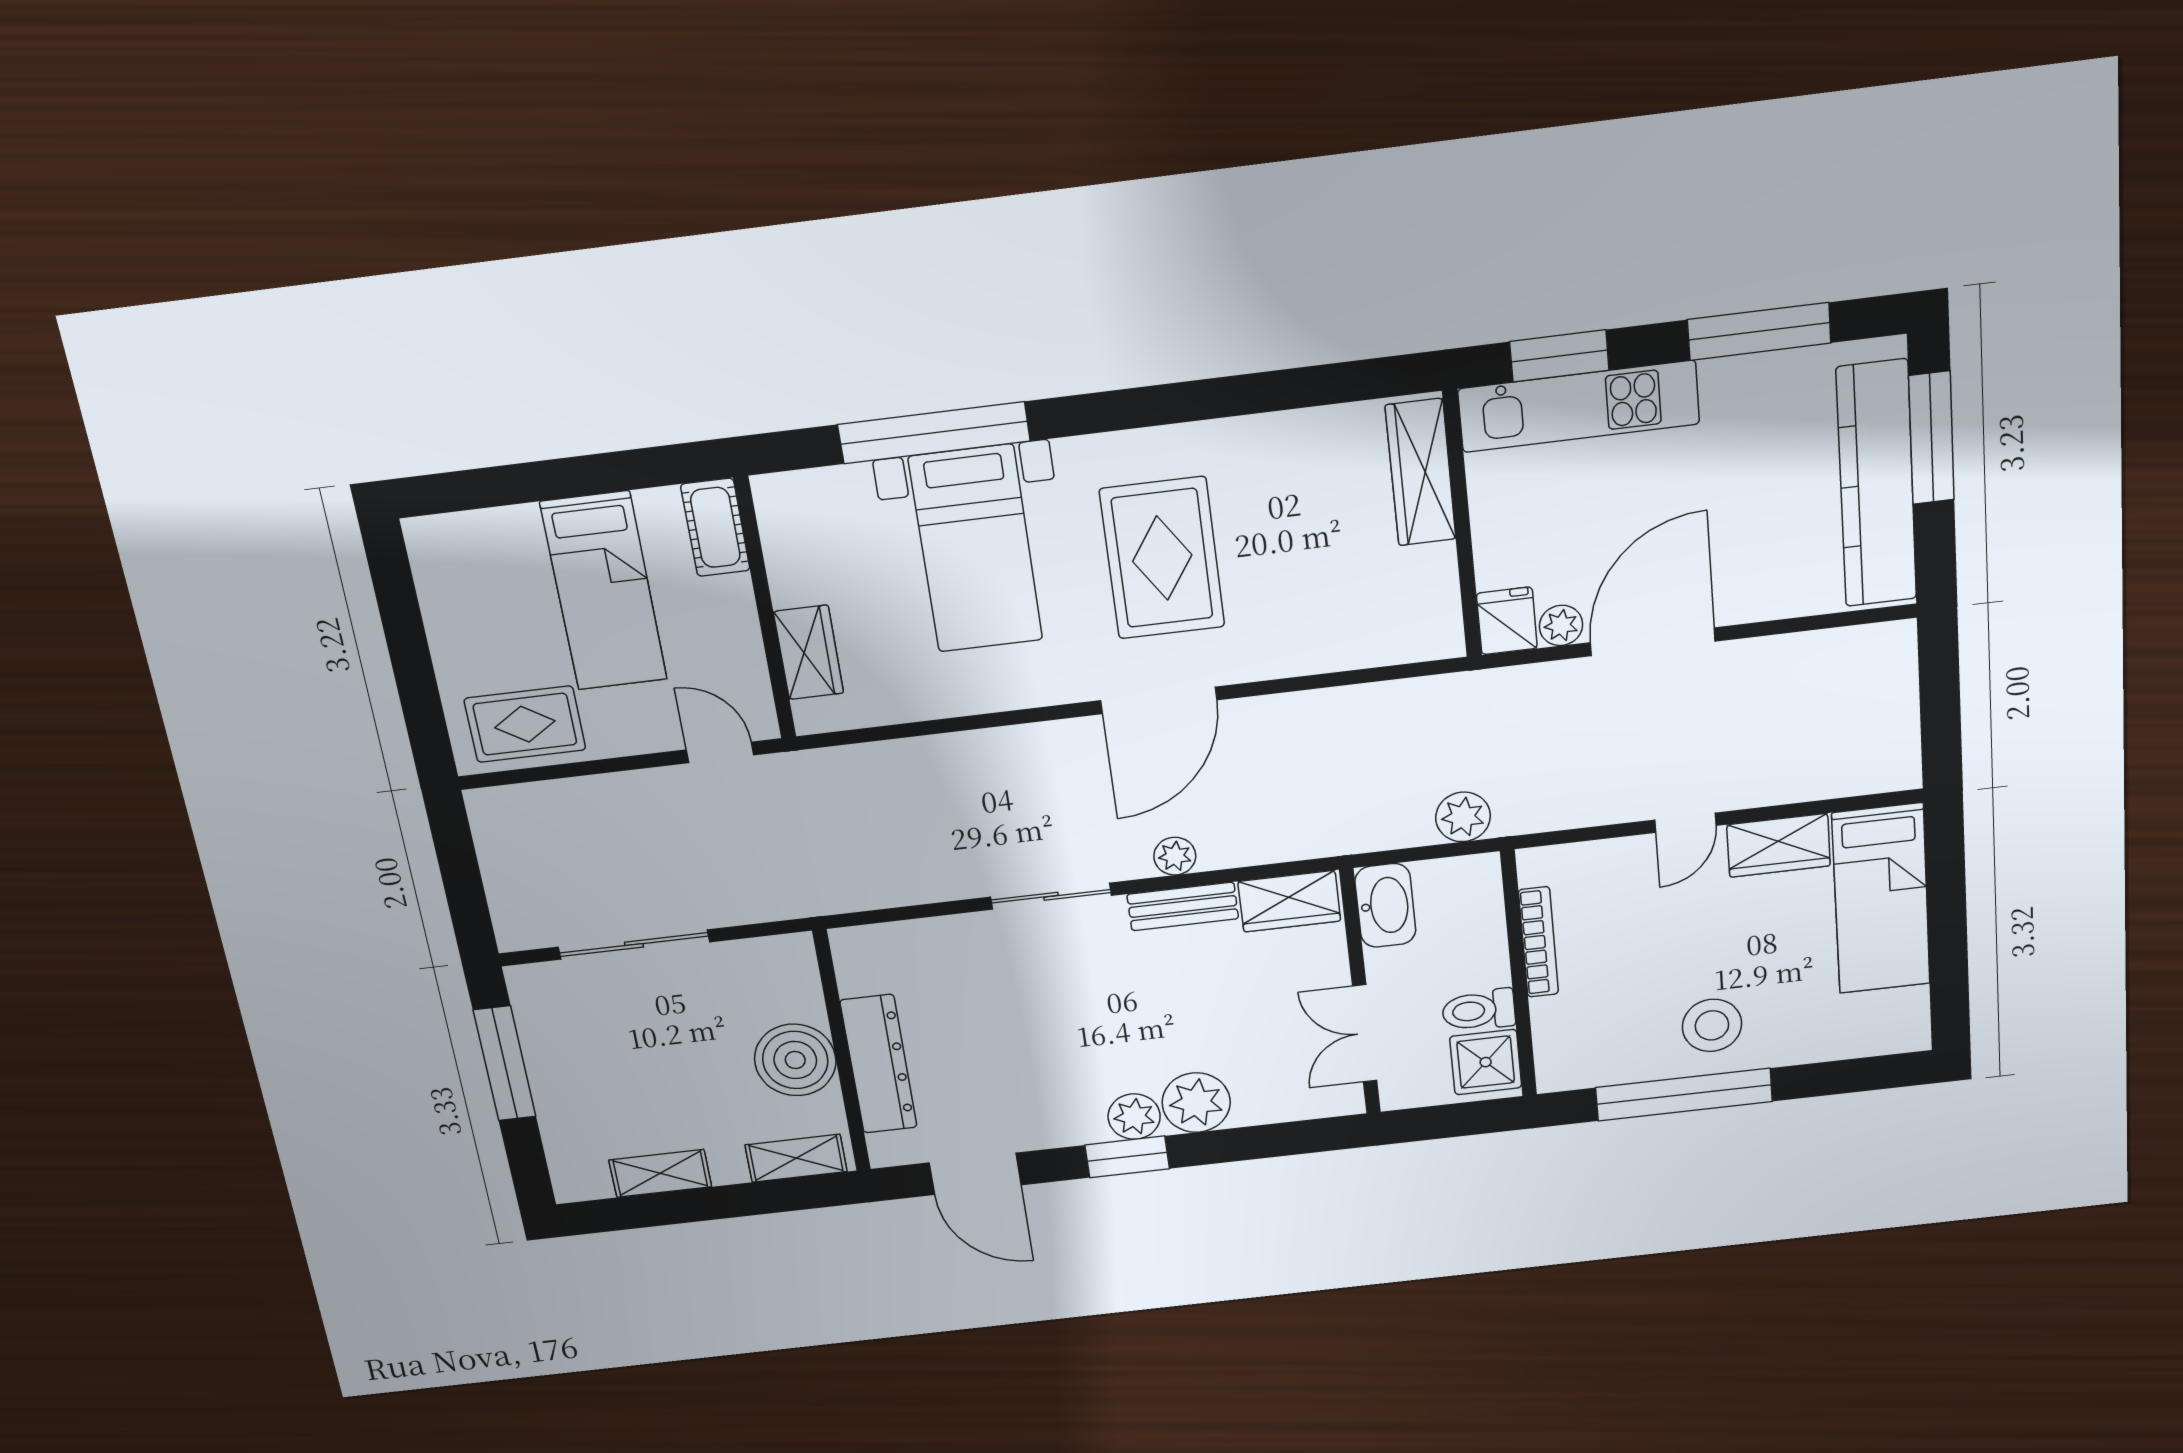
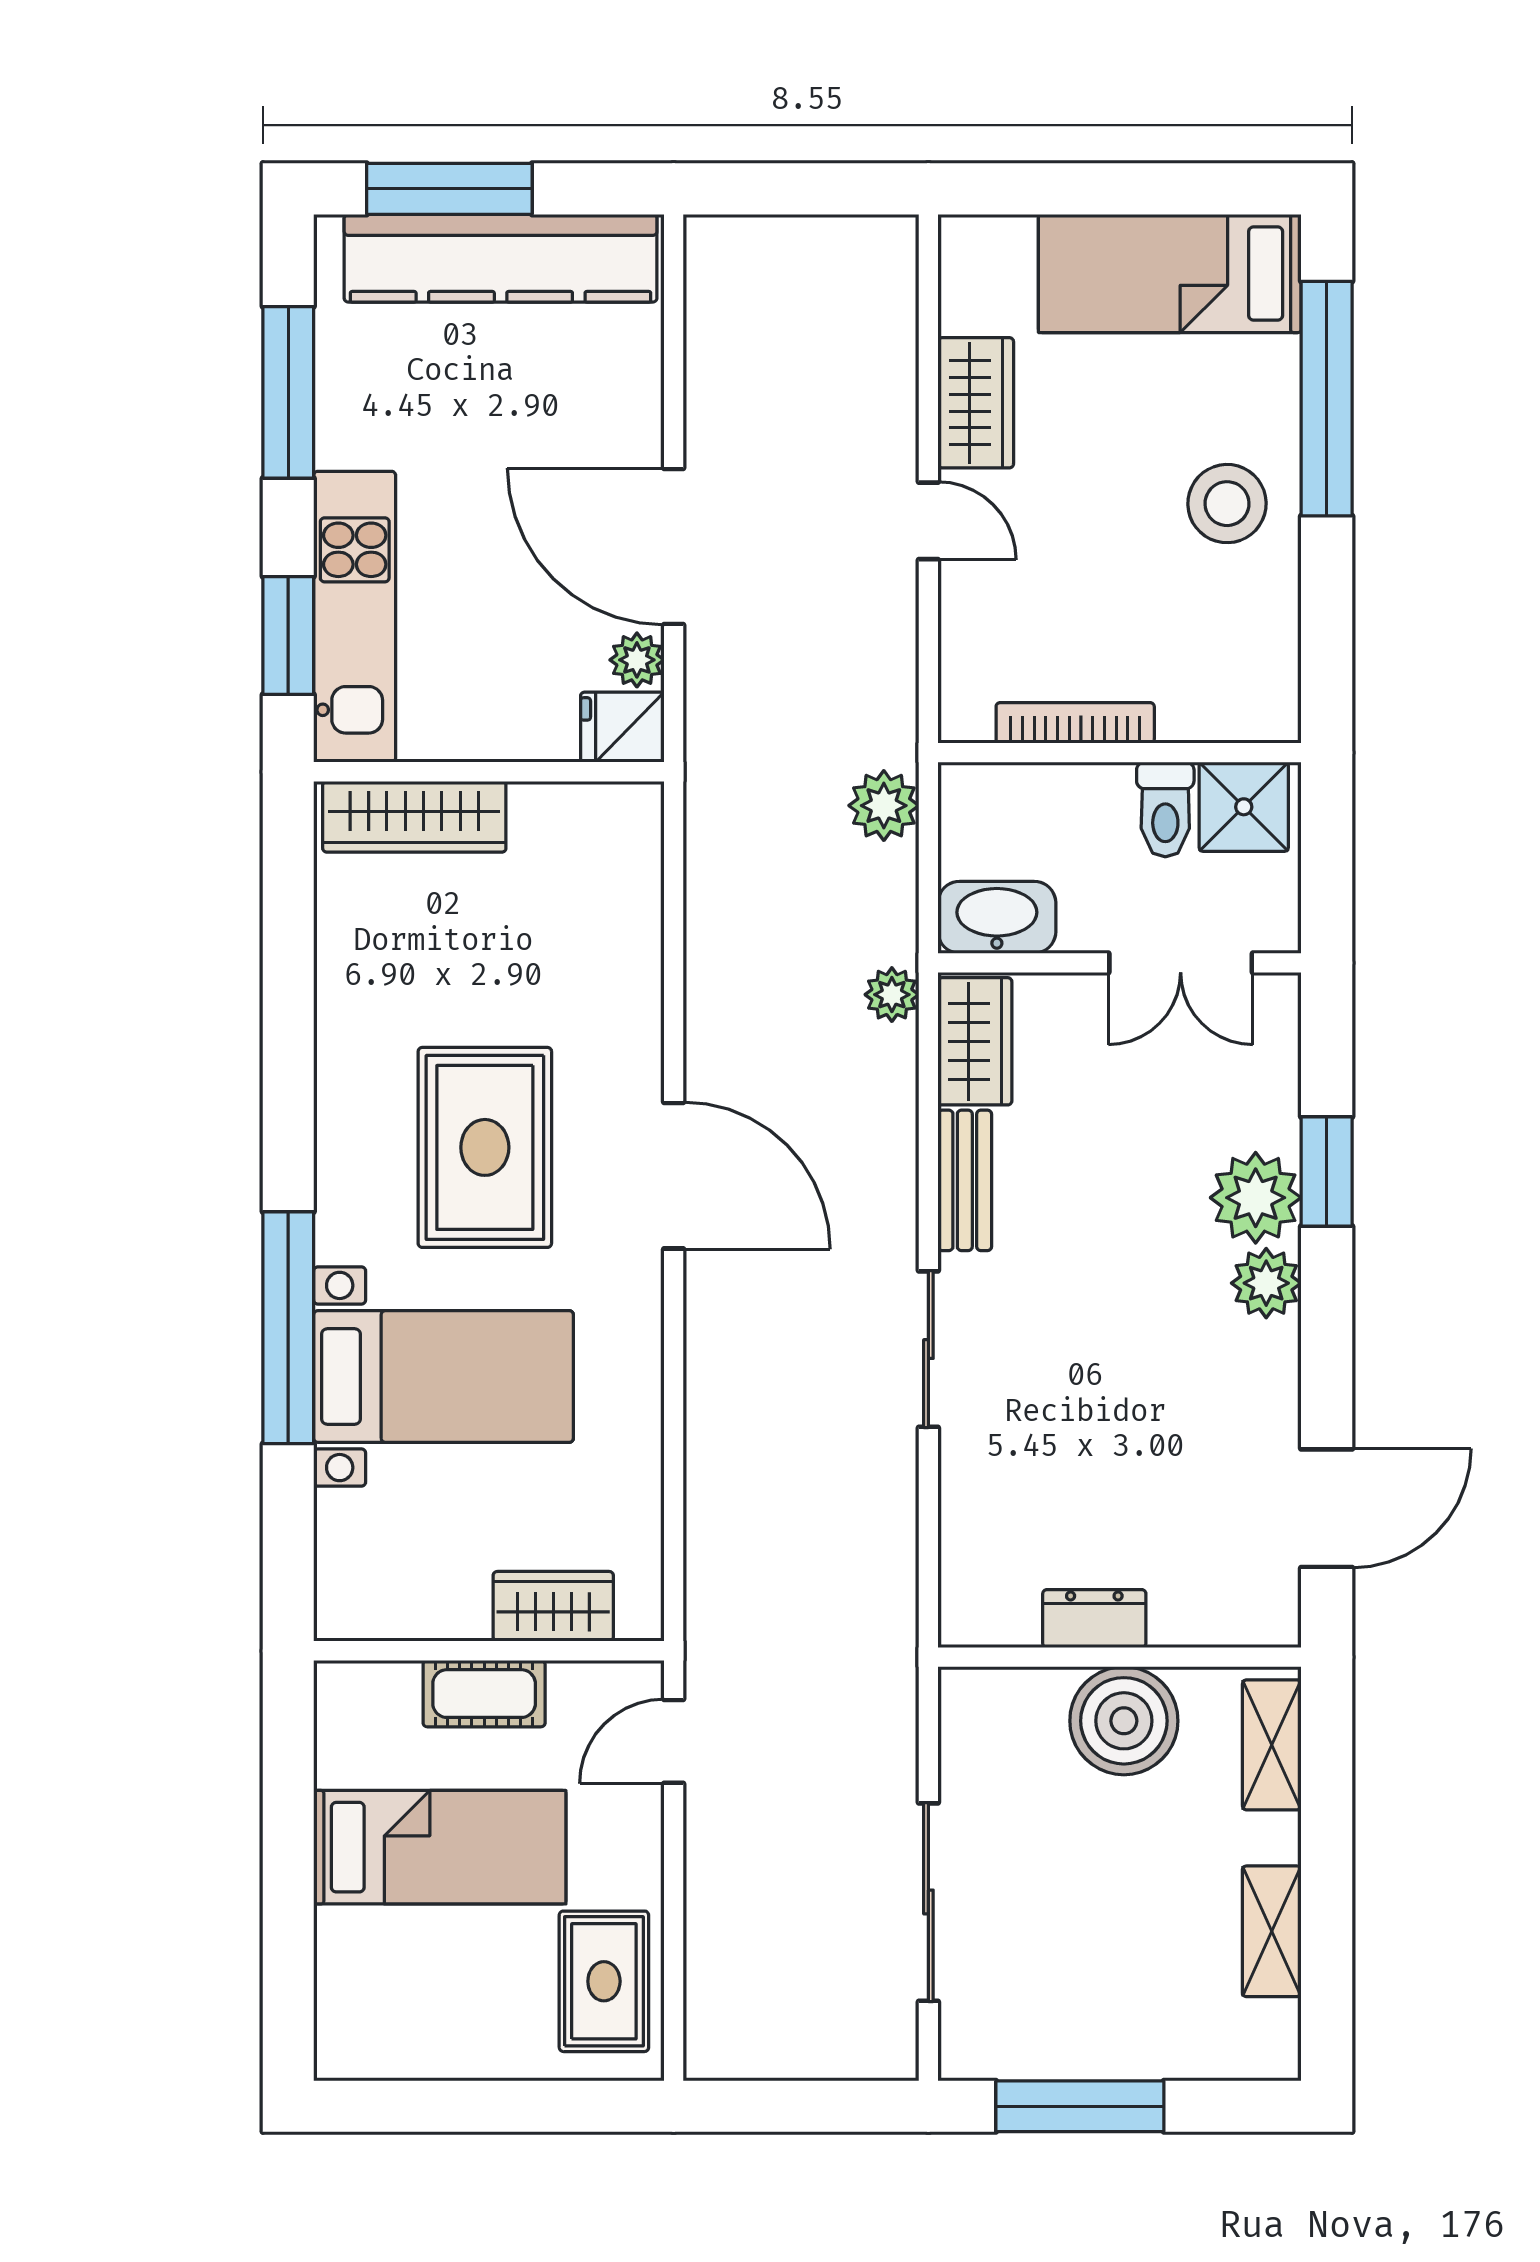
window: (934, 433) -> (288, 1328), moved
cot: (715, 527) -> (484, 1694), moved
rug: (1162, 558) -> (485, 1147), turned 90
plant: (1175, 856) -> (892, 995), moved
bed: (1881, 899) -> (1170, 273), moved, turned 180
dresser: (879, 1064) -> (1094, 1619), width x0.51, depth x0.80
window: (1684, 1095) -> (1327, 399), moved
window: (1127, 1157) -> (1327, 1172), moved

